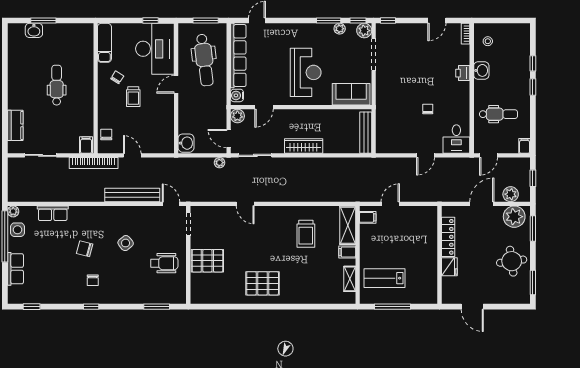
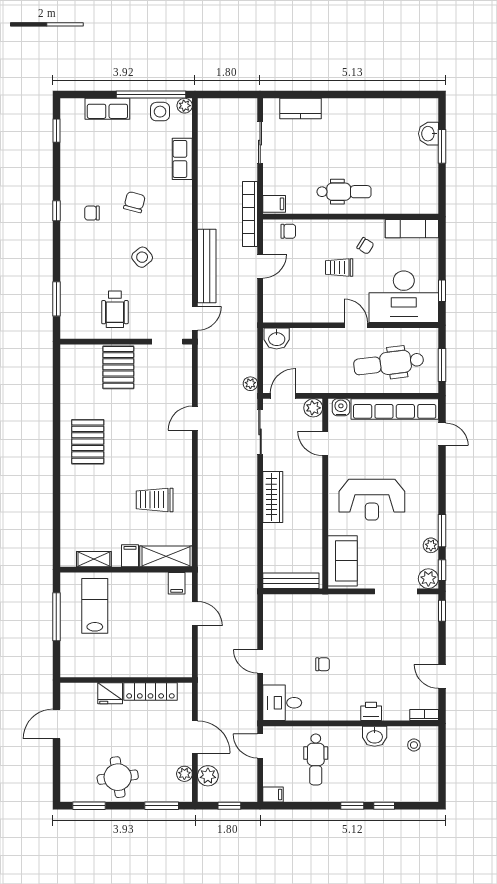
dental chair: (57, 85) -> (344, 192), moved
plant: (514, 217) -> (184, 774), width x0.53, depth x0.53

